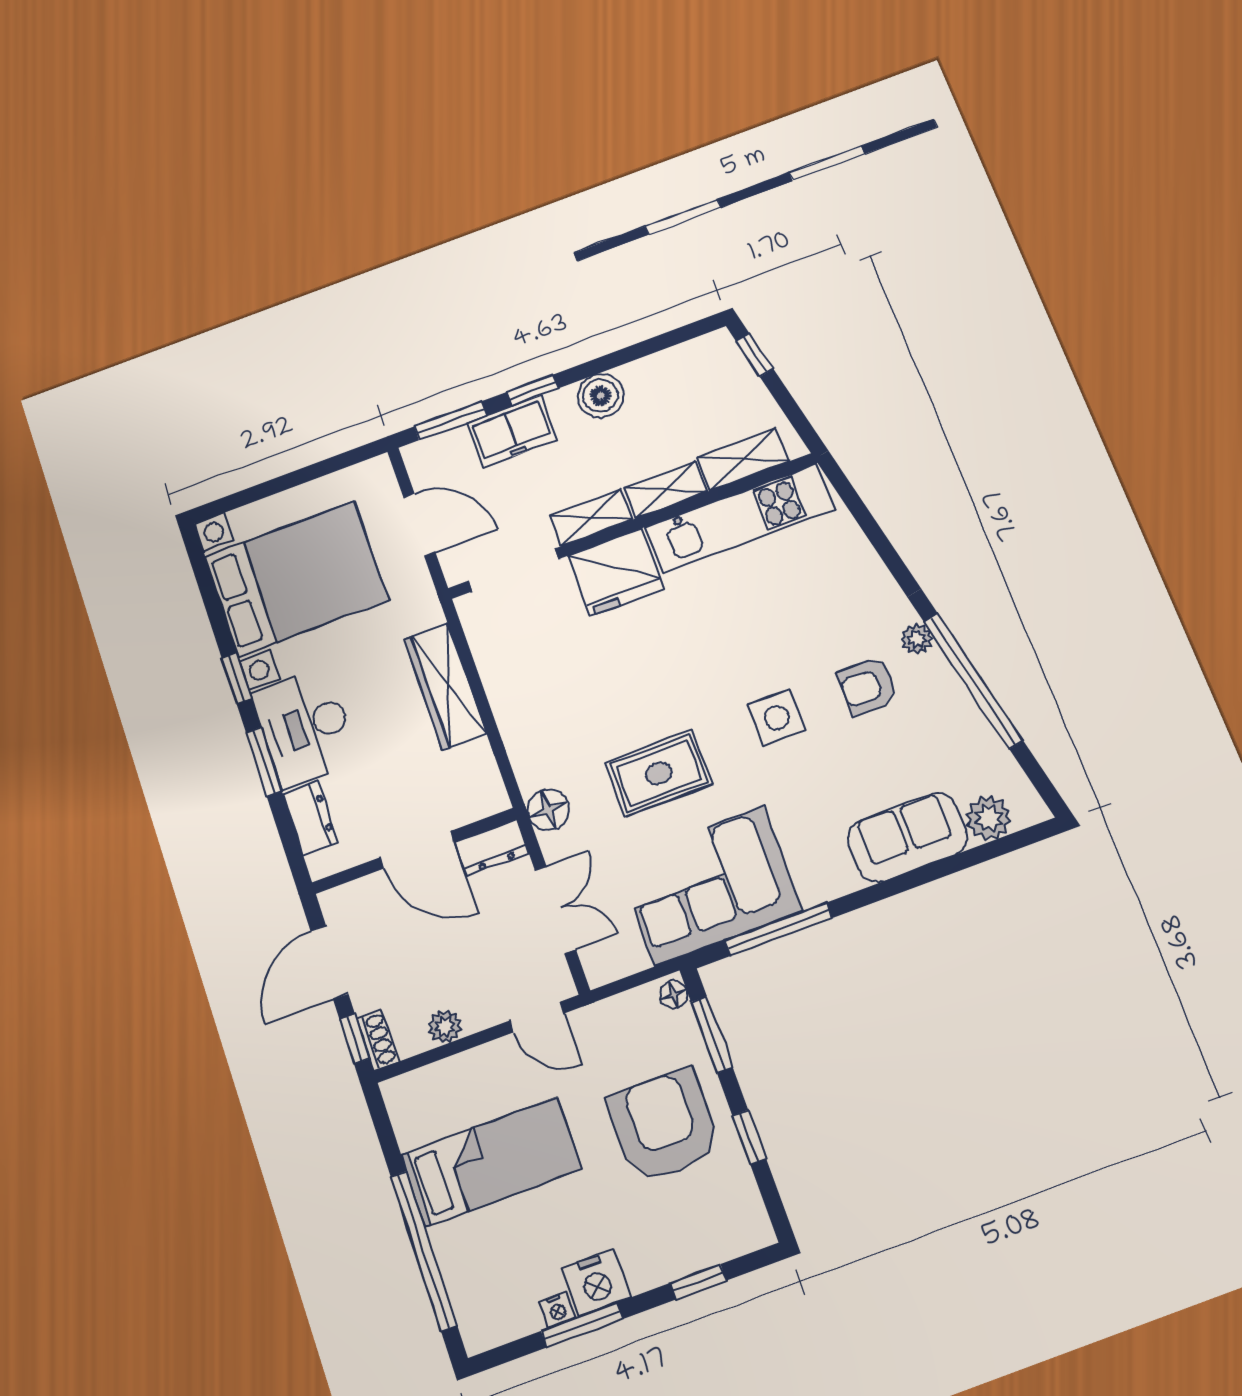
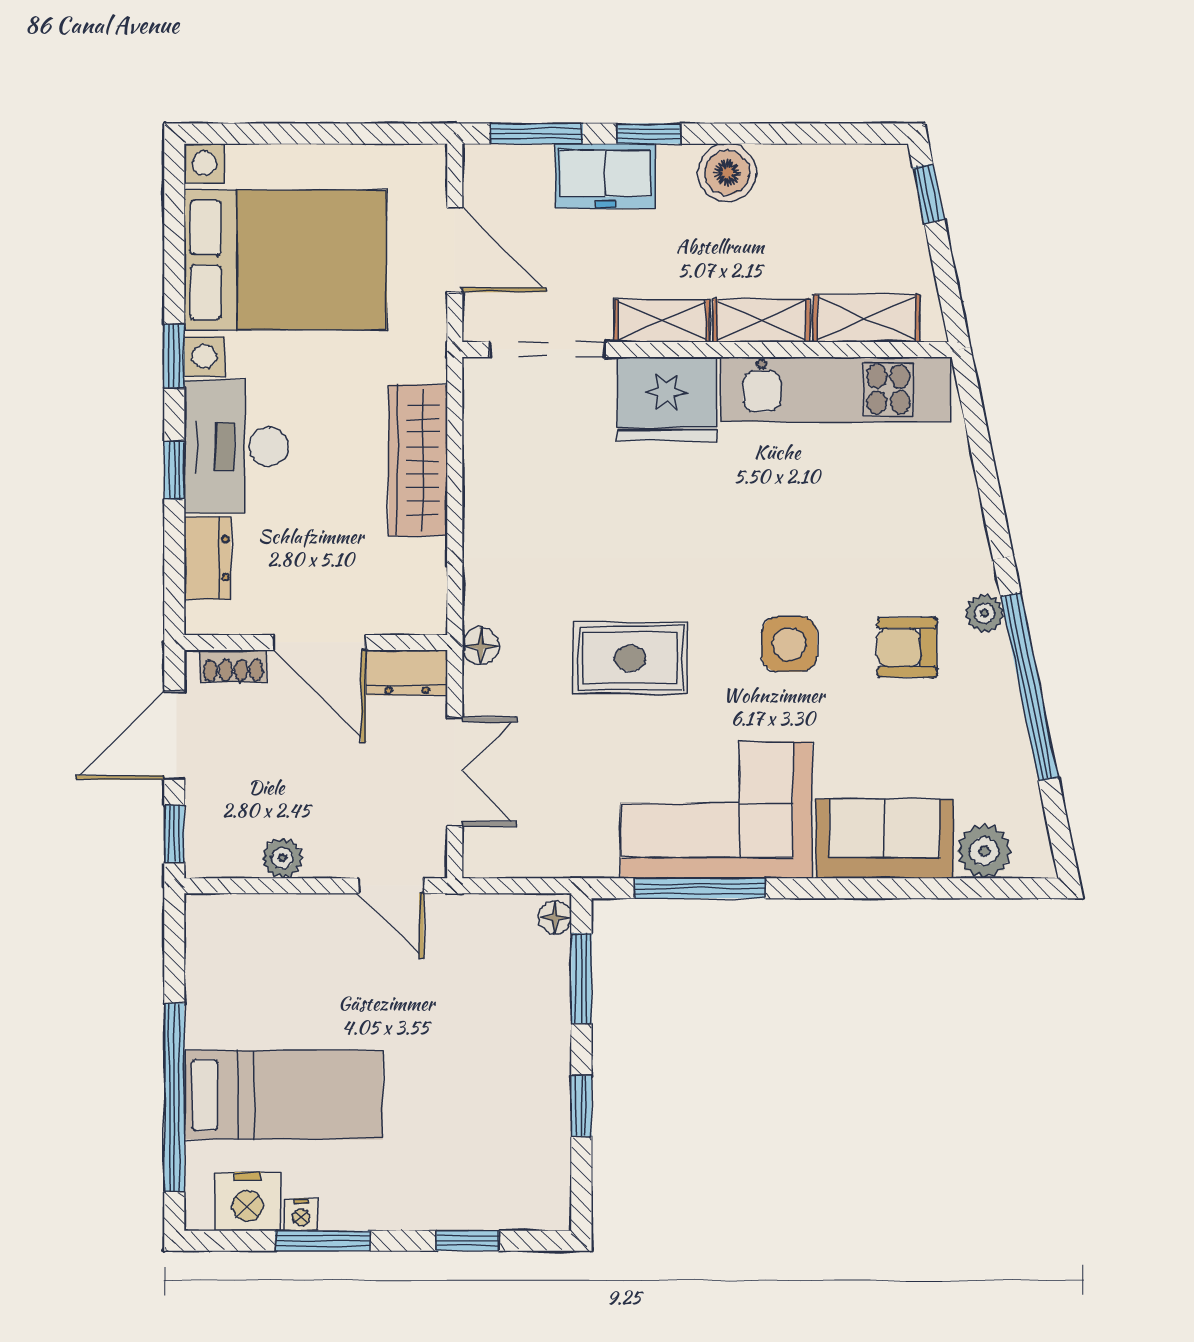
window: (264, 762) -> (174, 470), width x0.67
floor lamp: (548, 810) -> (481, 646), width x0.73, depth x0.73
corner sofa: (709, 886) -> (716, 810), moved
shoe rack: (378, 1040) -> (233, 666), moved, turned 90
armchair: (664, 1125) -> (491, 1059), removed
bed: (491, 1162) -> (283, 1095), moved
nightstand: (596, 1283) -> (248, 1201), moved

